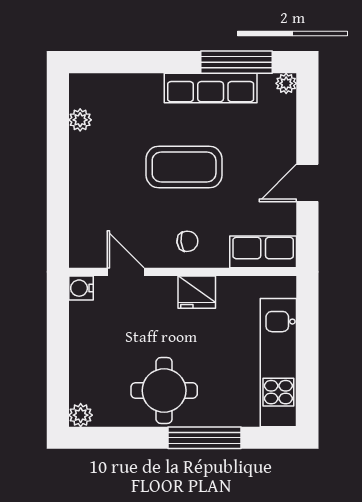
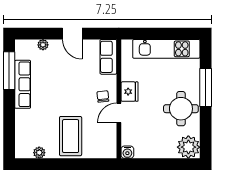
plant: (286, 83) -> (43, 45), moved
coffee table: (184, 167) -> (71, 136), moved
door: (126, 272) -> (119, 113), moved
plant: (81, 415) -> (188, 147), width x1.88, depth x1.88

